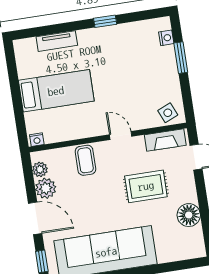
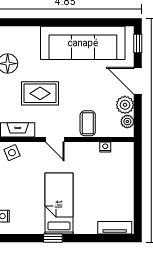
tv unit: (57, 41) -> (115, 228), moved
bed: (56, 91) -> (59, 204), moved, turned 90
nightstand: (37, 140) -> (105, 147), moved

